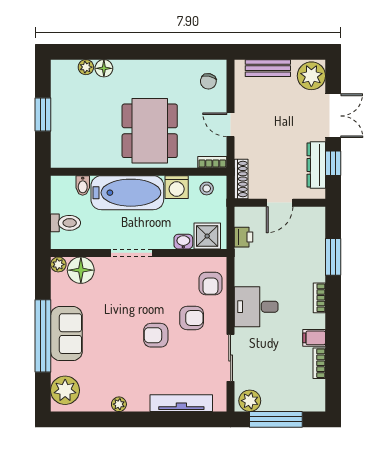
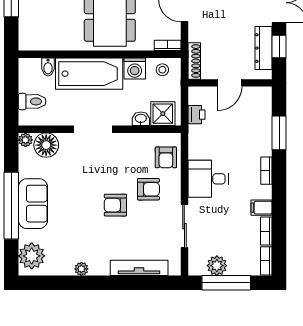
bookcase: (319, 396) -> (266, 261), added
plant: (250, 401) -> (217, 266), moved

